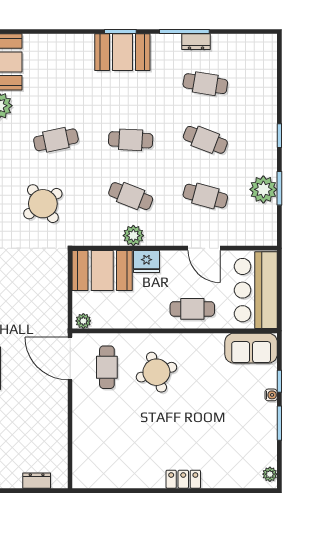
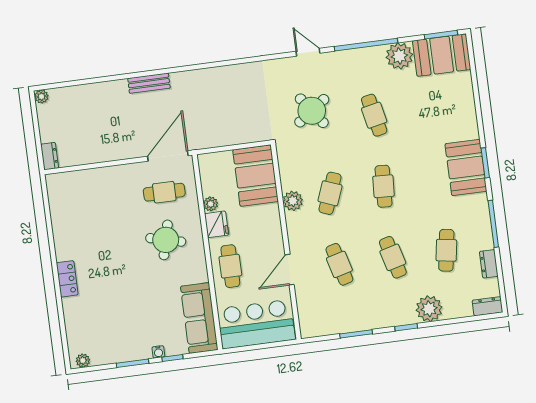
dresser: (196, 42) -> (489, 264), moved
dresser: (269, 49) -> (487, 306), added
cafe table: (205, 140) -> (393, 257), turned -36
plant: (263, 189) -> (429, 309), moved
cafe table: (205, 196) -> (339, 264), turned -30
fridge: (147, 261) -> (216, 224), moved, turned 180
plant: (83, 321) -> (211, 204), moved
sofa: (251, 348) -> (199, 318), width x1.36
round table: (156, 372) -> (166, 240), turned 32
dresser: (37, 481) -> (50, 156), moved

